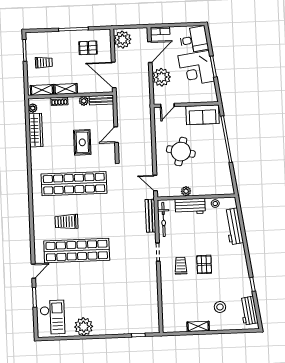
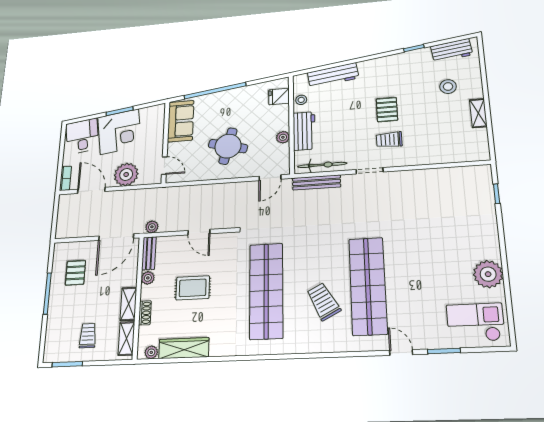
plant: (122, 40) -> (152, 227), moved, width x0.53, depth x0.53
rug: (82, 142) -> (193, 288), moved
fridge: (219, 187) -> (279, 97), added
trolley: (66, 222) -> (323, 301), turned 152
pallet: (204, 264) -> (387, 110), turned 90

